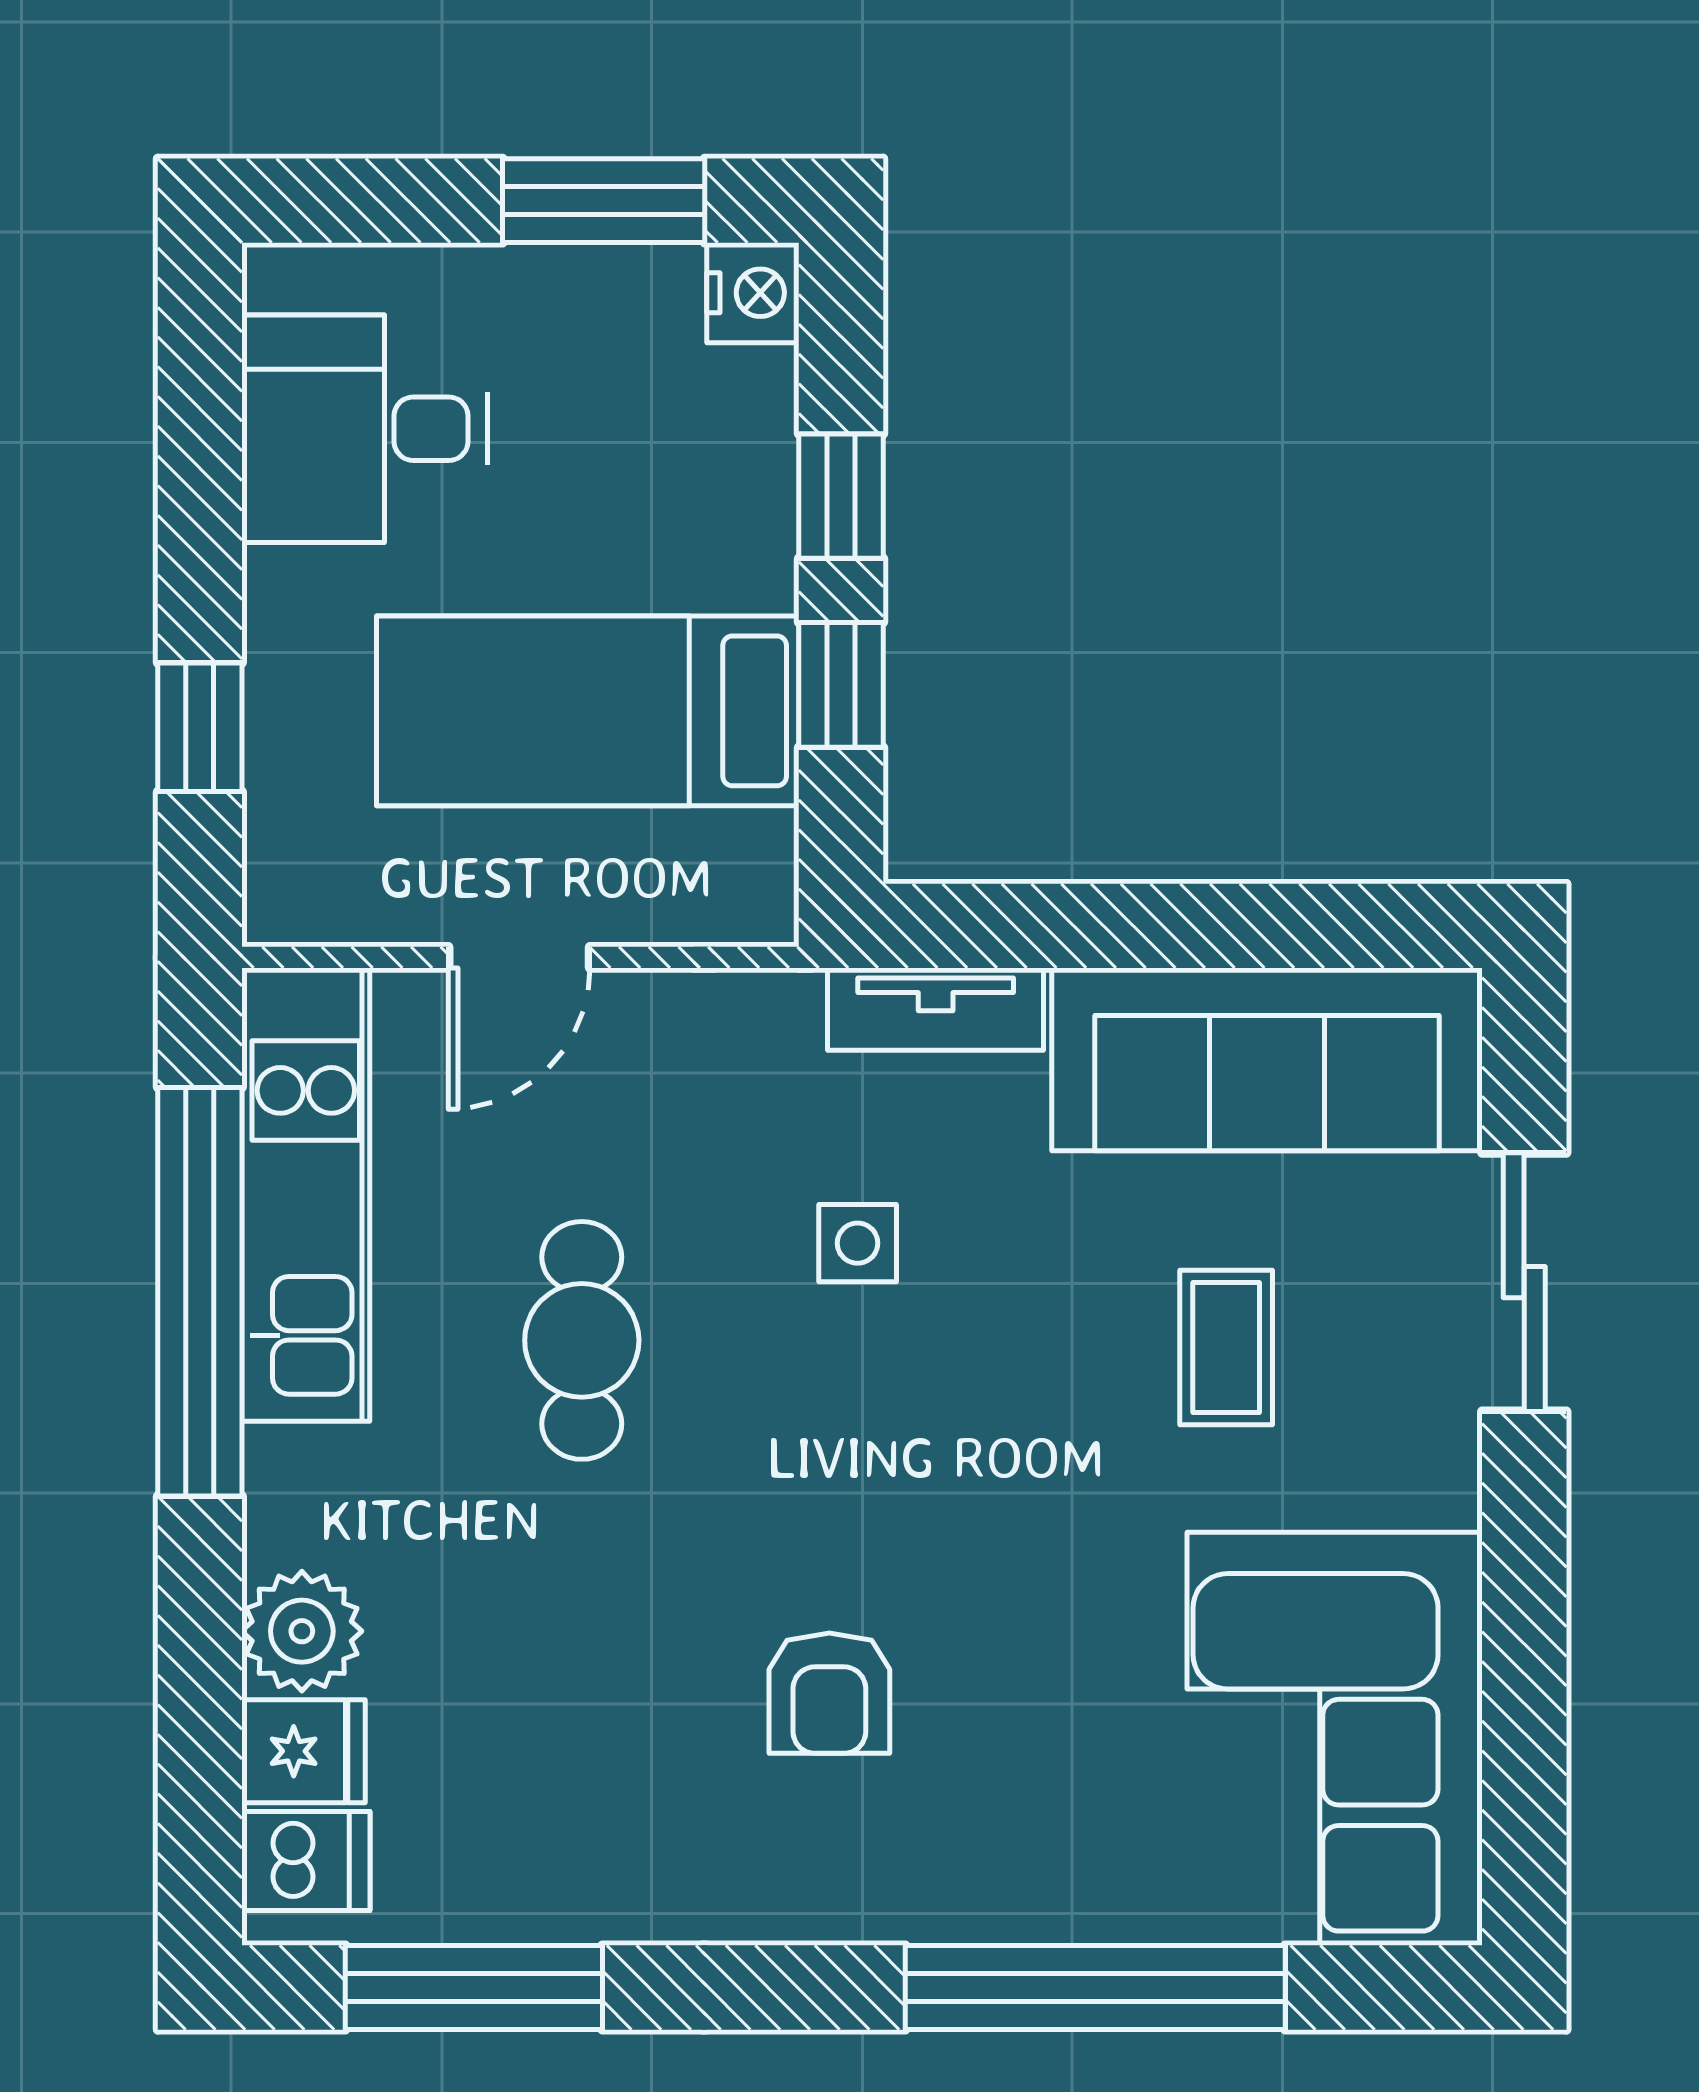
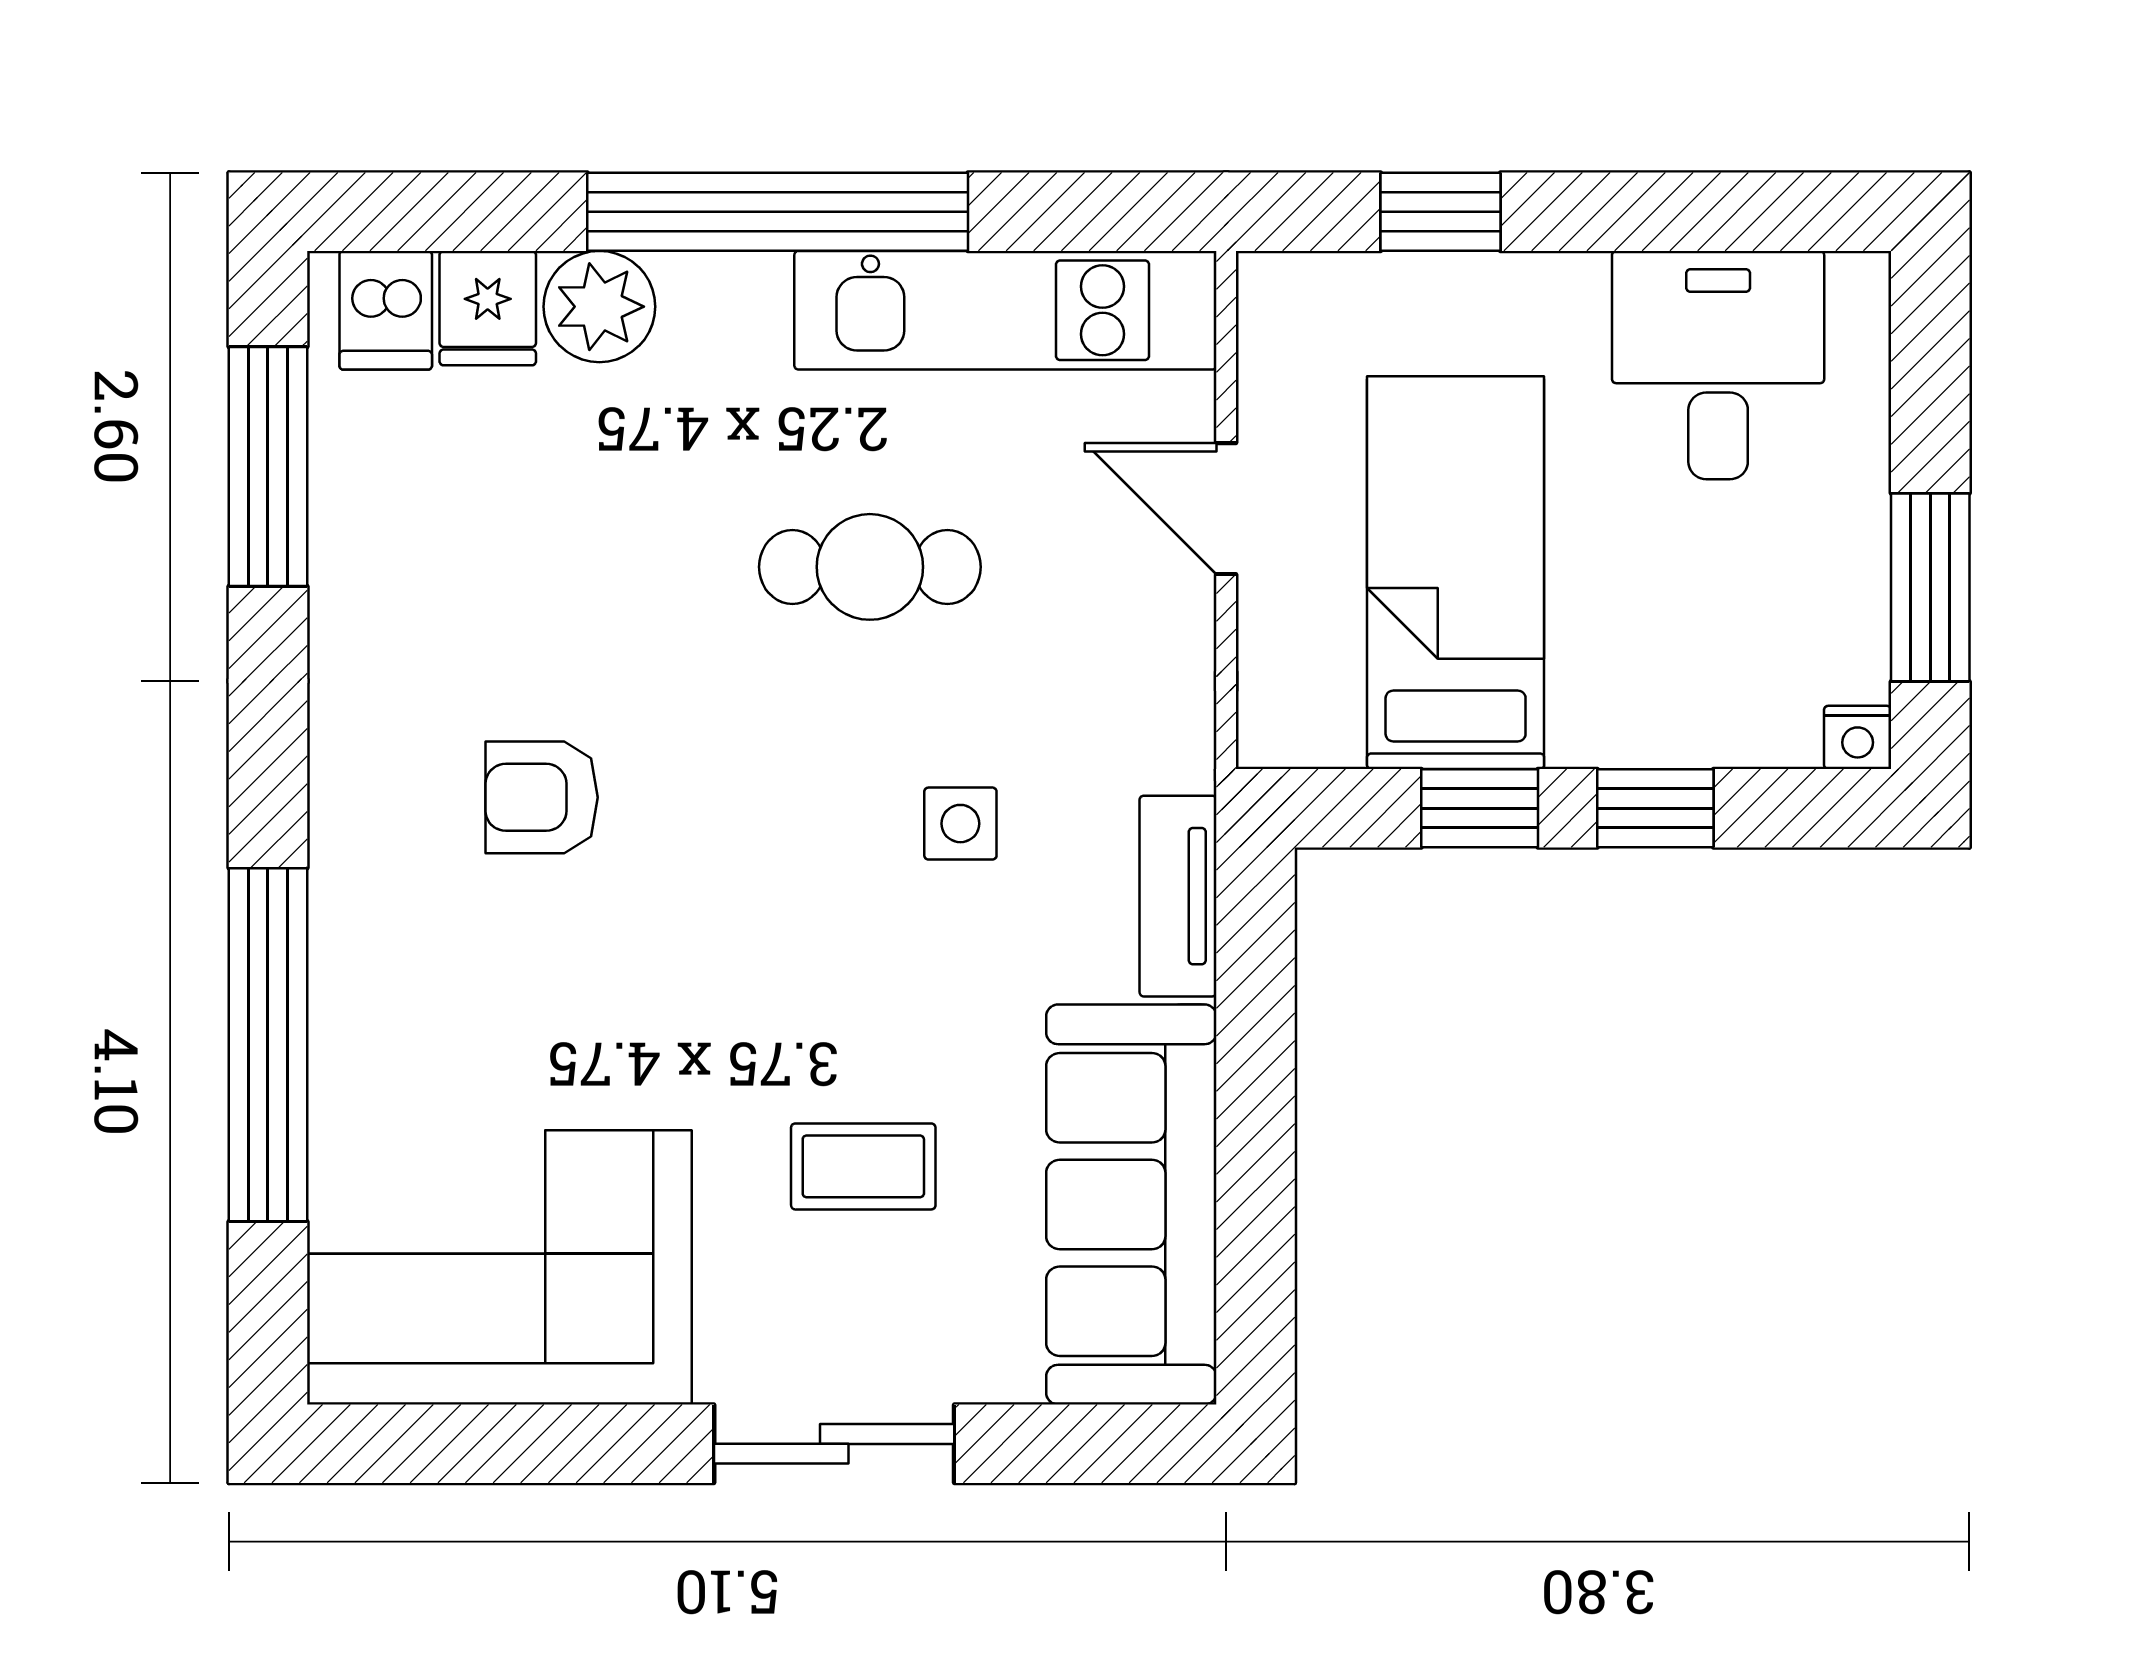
nightstand: (753, 293) -> (1858, 737), width x0.72, depth x0.74
sliding door: (1524, 1282) -> (834, 1444), moved
window: (200, 1292) -> (778, 212), moved

